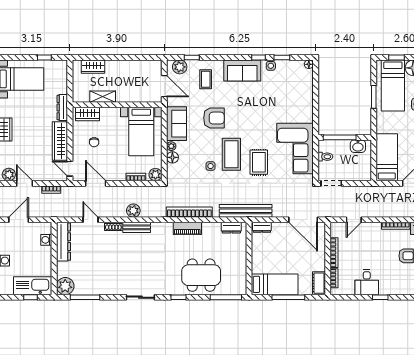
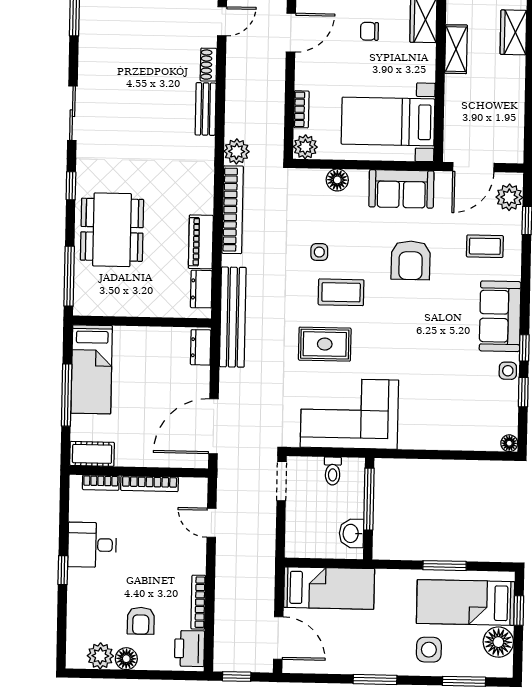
plant: (171, 146) -> (359, 178), removed
coffee table: (231, 154) -> (341, 292), width x0.73, depth x0.76
plant: (133, 211) -> (237, 151), moved
piano: (187, 228) -> (201, 242), moved

